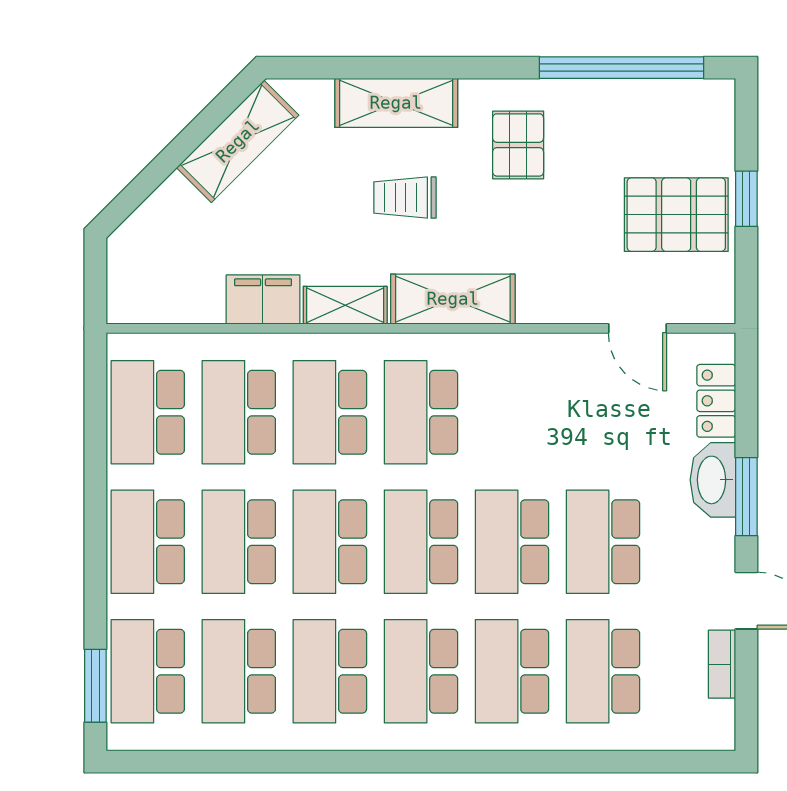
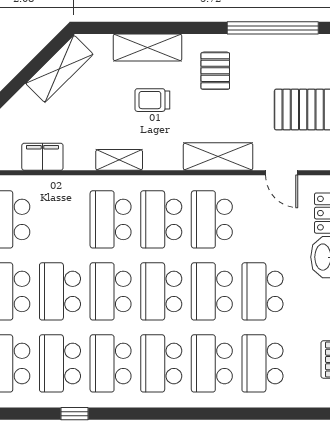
filing cabinet: (263, 299) -> (42, 157), moved
shelving: (453, 299) -> (218, 157), moved
school desk: (239, 412) -> (212, 219), moved
window: (265, 762) -> (75, 414), added

